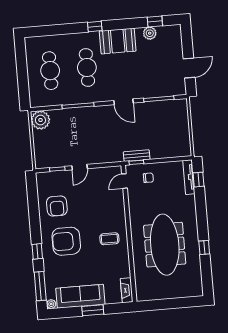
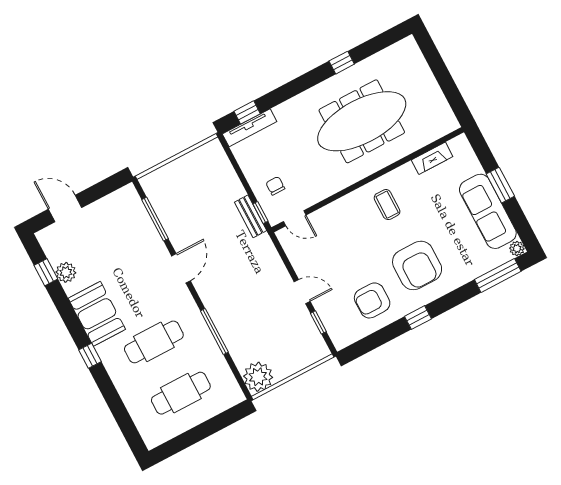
door: (189, 68) -> (65, 208), moved
armchair: (57, 206) -> (372, 300), turned 180
window: (37, 251) -> (418, 318), moved
fireplace: (127, 290) -> (432, 158), moved

